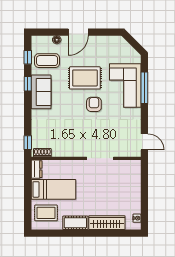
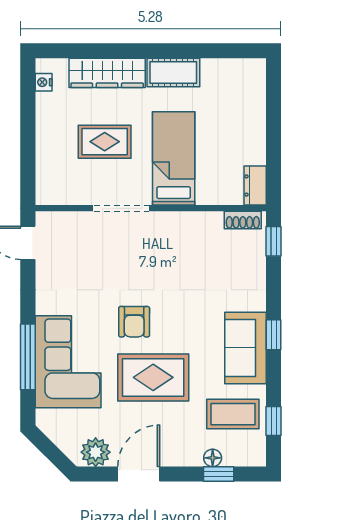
window: (54, 32) -> (219, 474), added
door: (78, 32) -> (139, 474), moved
plant: (112, 42) -> (96, 452), added
window: (28, 84) -> (274, 335), moved
bed: (53, 189) -> (174, 158), moved, turned 90
rug: (46, 213) -> (105, 142), moved

